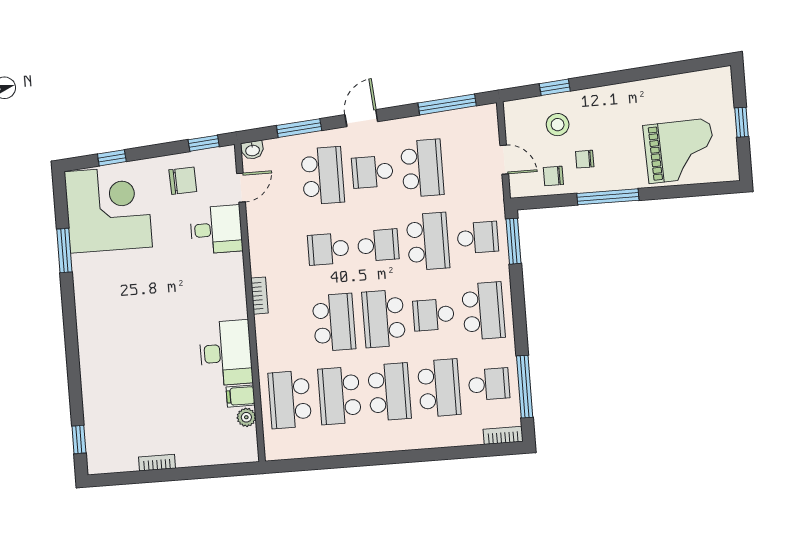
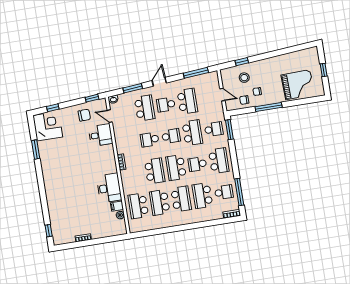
door: (241, 188) -> (110, 116), swing flipped
corner desk: (108, 209) -> (48, 126), width x0.74, depth x0.74
school desk: (439, 388) -> (202, 196), turned 180

